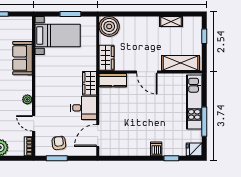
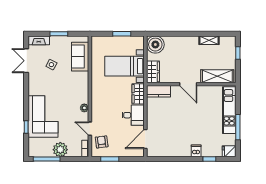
bed with nightstands: (58, 35) -> (125, 66), moved, turned 180
sofa: (23, 58) -> (80, 57), moved
armchair: (59, 143) -> (102, 142), moved

